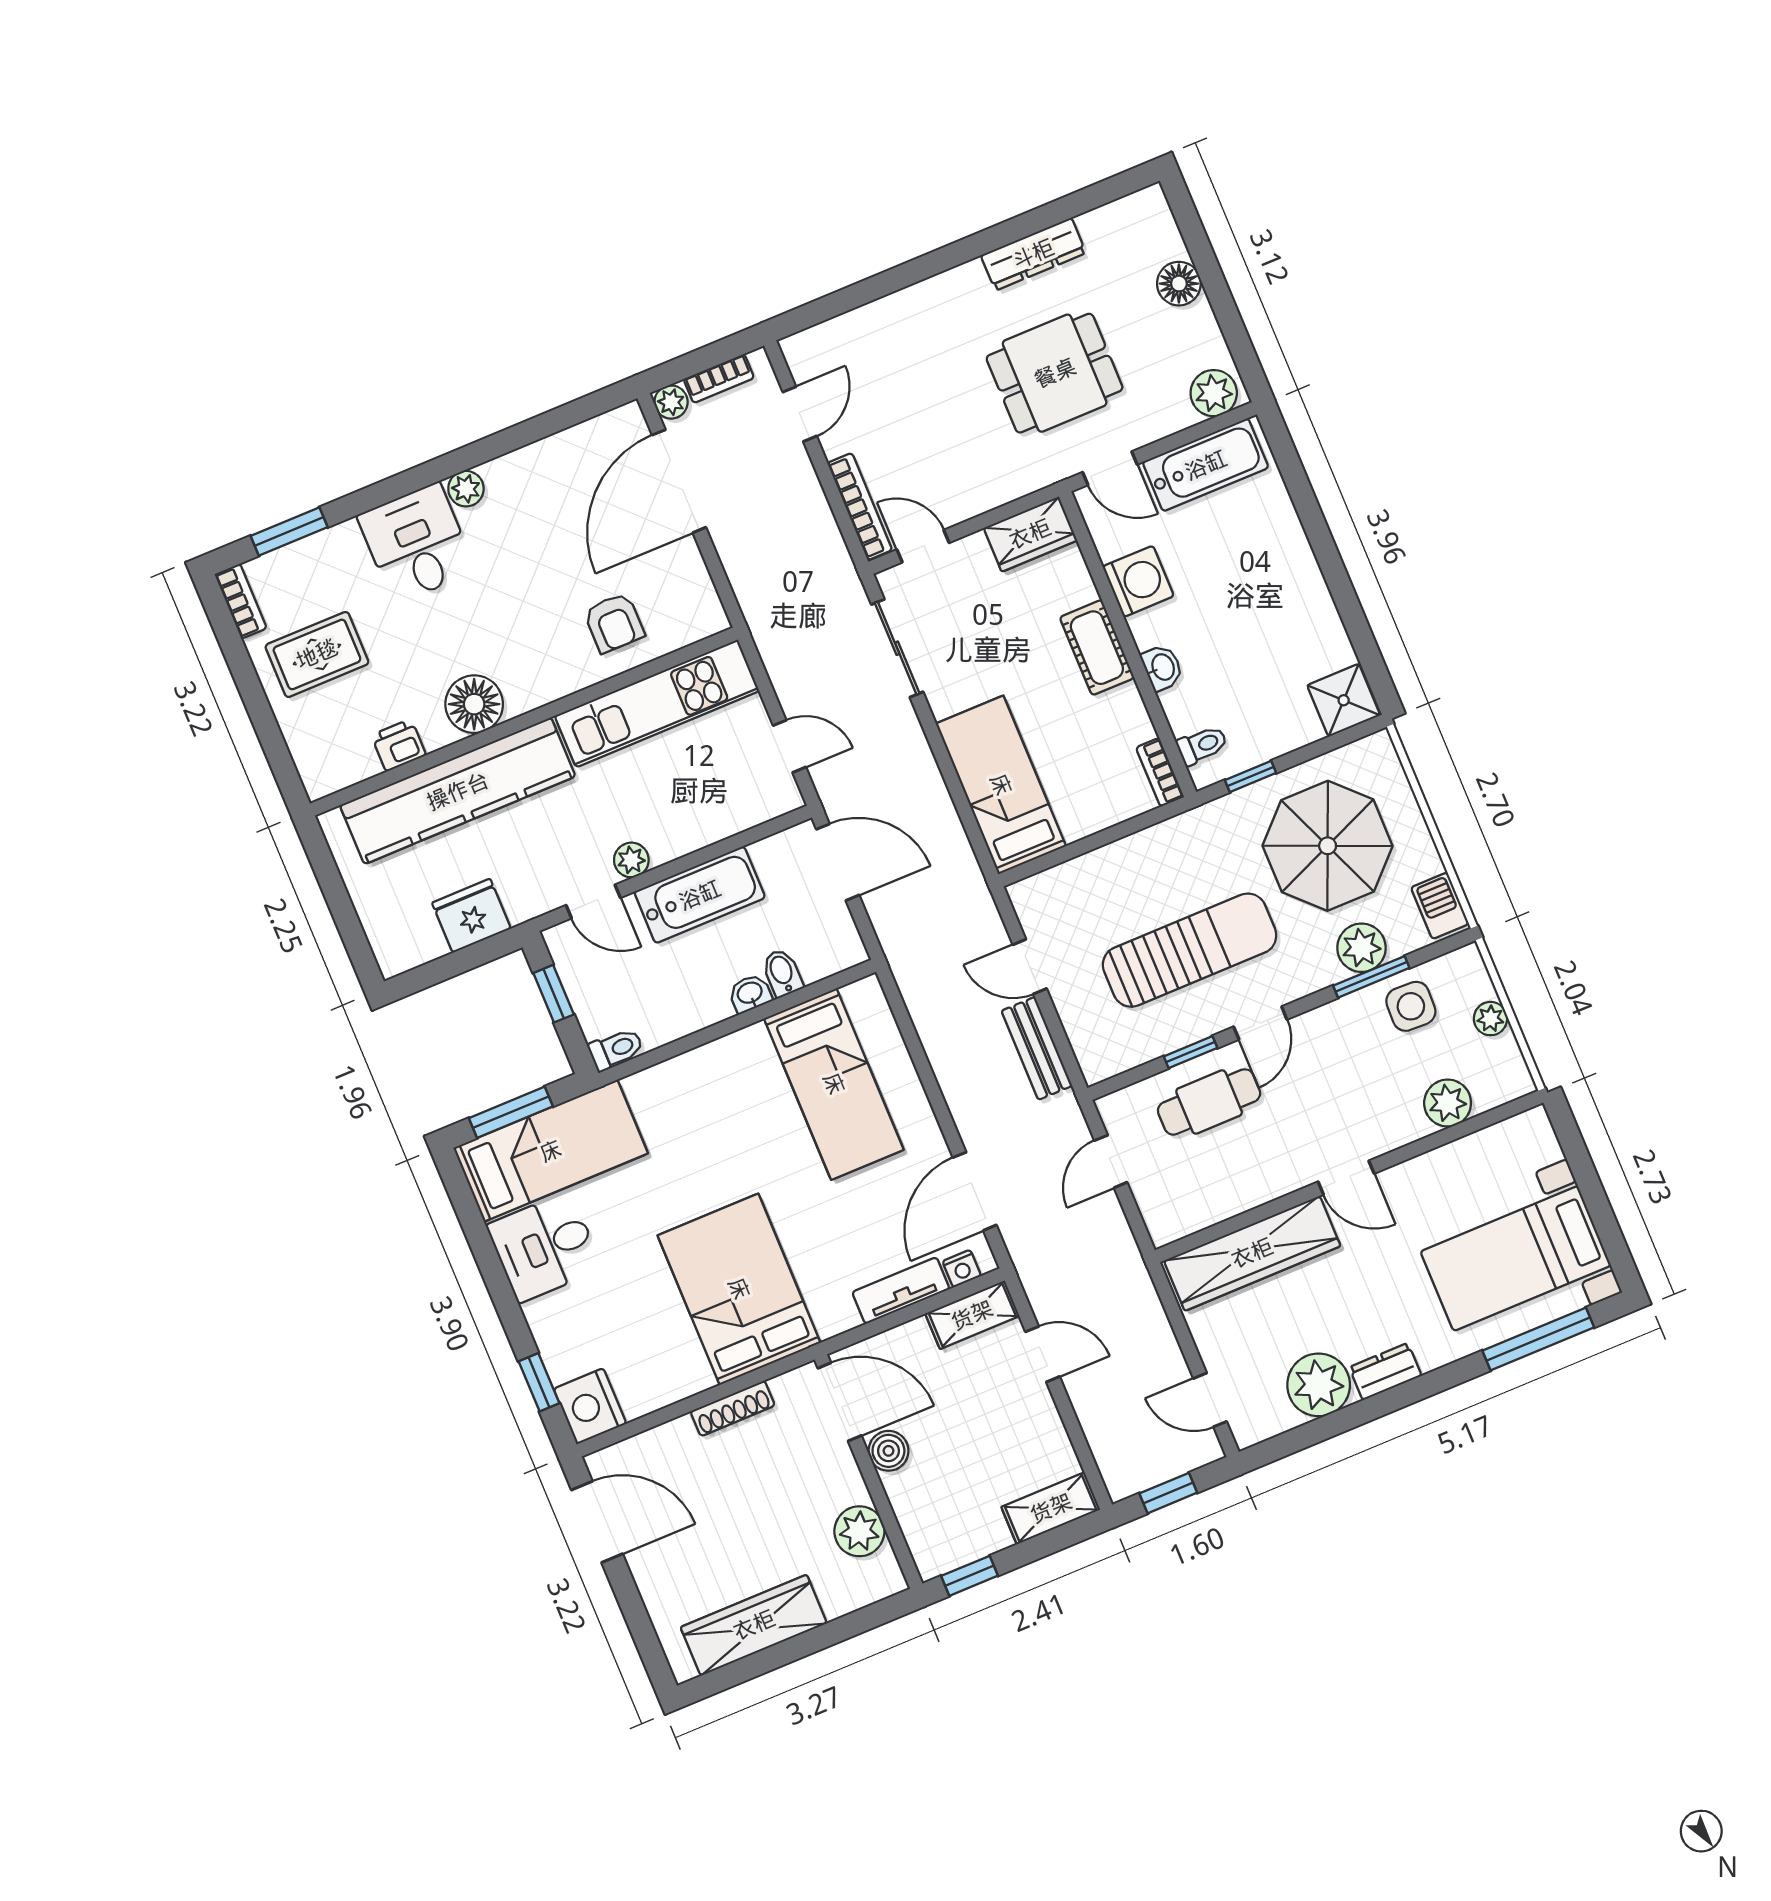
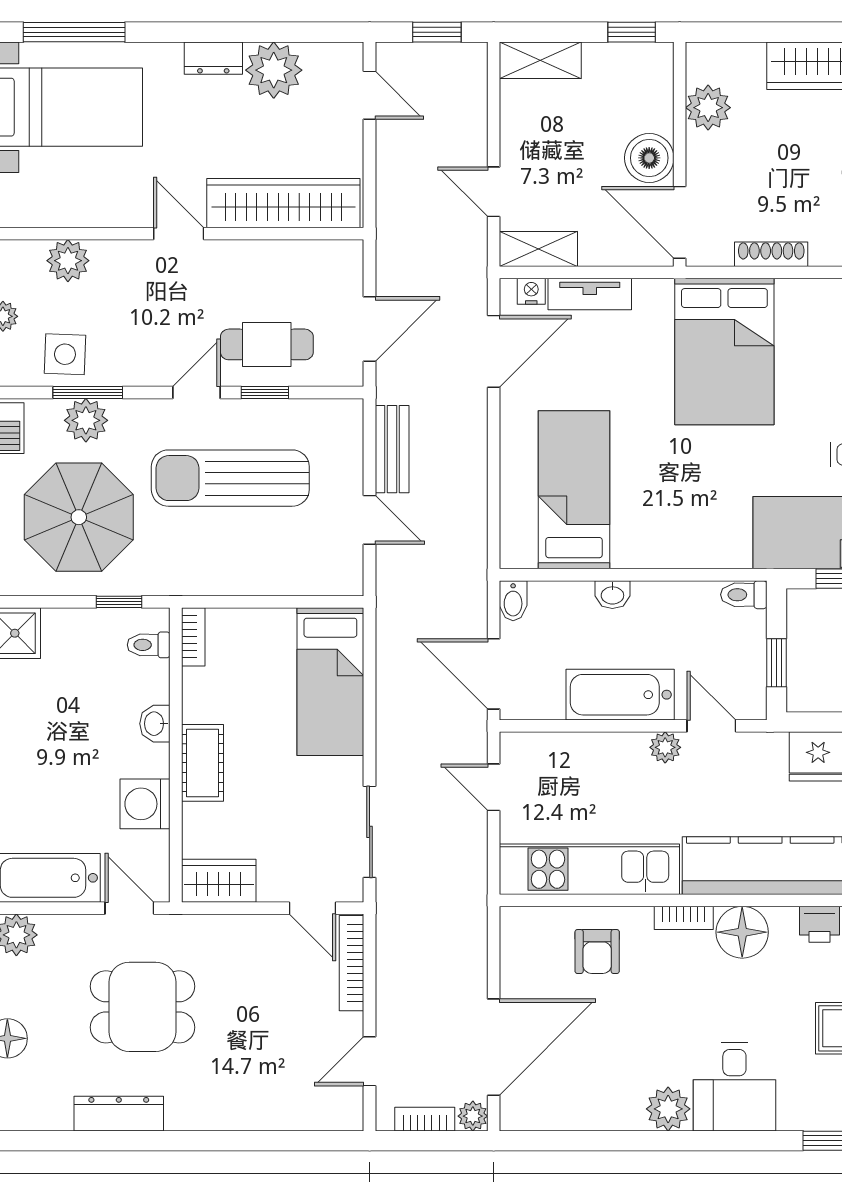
plant: (466, 489) -> (668, 1109), width x1.38, depth x1.38
armchair: (614, 623) -> (597, 952), turned 180
bookcase: (540, 694) -> (684, 918), added
bidet: (782, 973) -> (513, 601), moved
door: (1111, 1161) -> (370, 329), width x1.38
boiler: (888, 1451) -> (649, 158), width x1.36, depth x1.36

